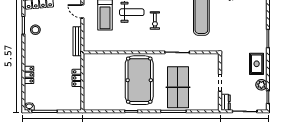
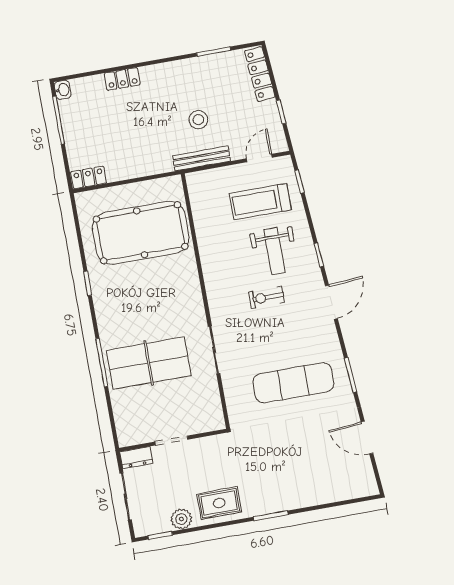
stool: (35, 30) -> (198, 120), moved
locker: (77, 78) -> (89, 177), moved
pool table: (139, 80) -> (141, 233), moved

